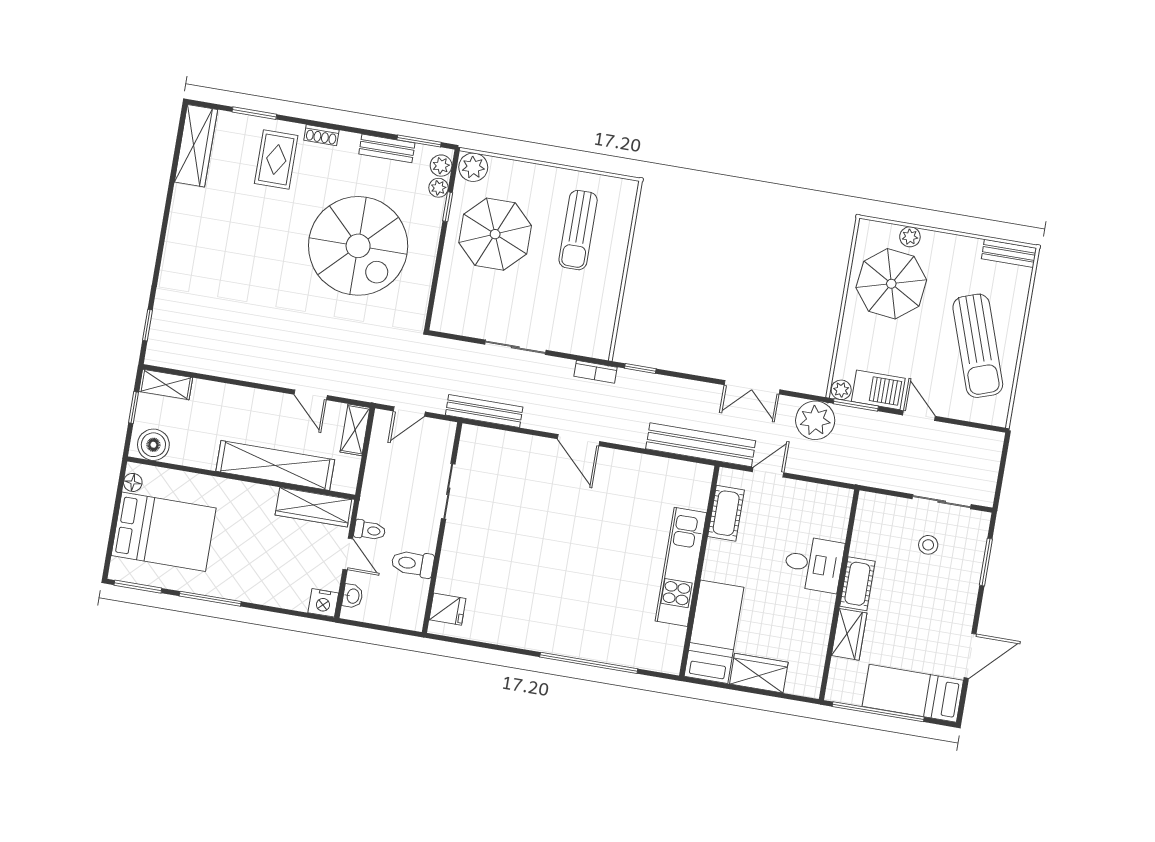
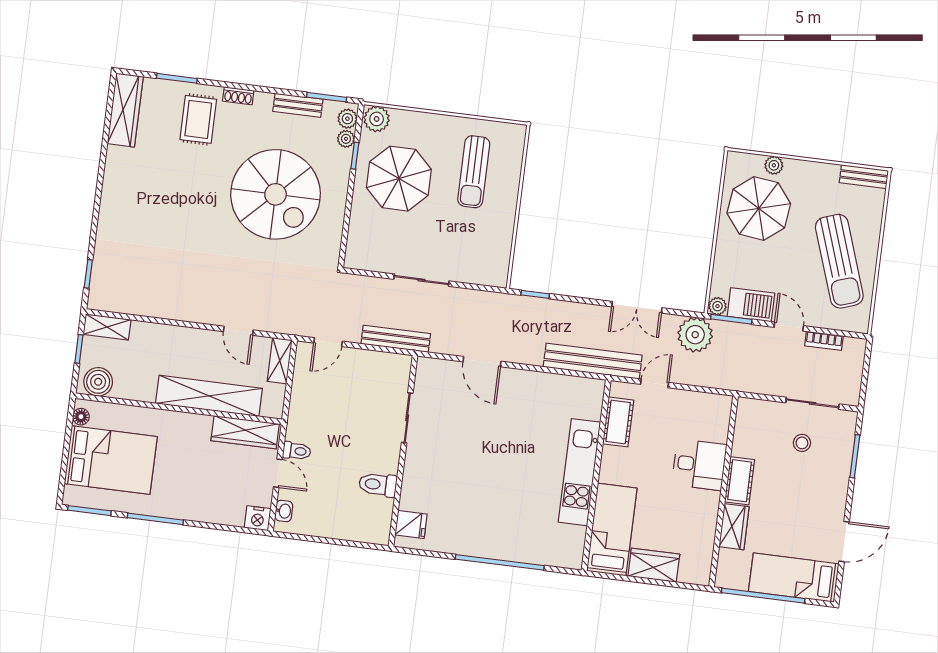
bookcase: (596, 372) -> (824, 341), moved
sliding door: (448, 491) -> (407, 418), moved
wall: (442, 528) -> (403, 451), moved
toilet: (413, 564) -> (378, 485), moved
fridge: (447, 609) -> (411, 524), moved

